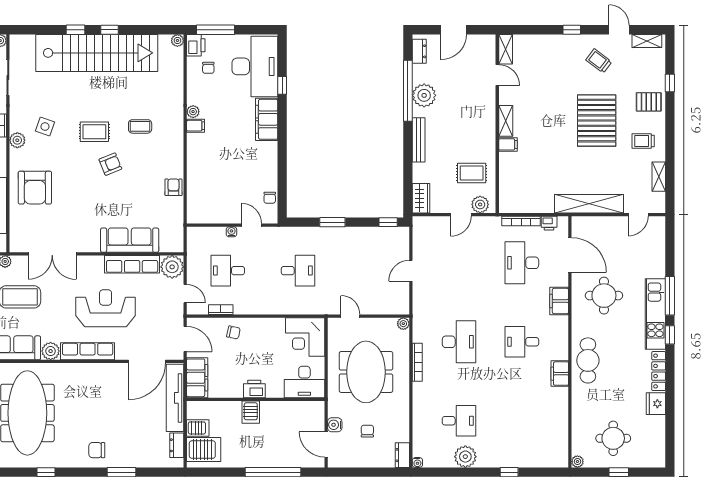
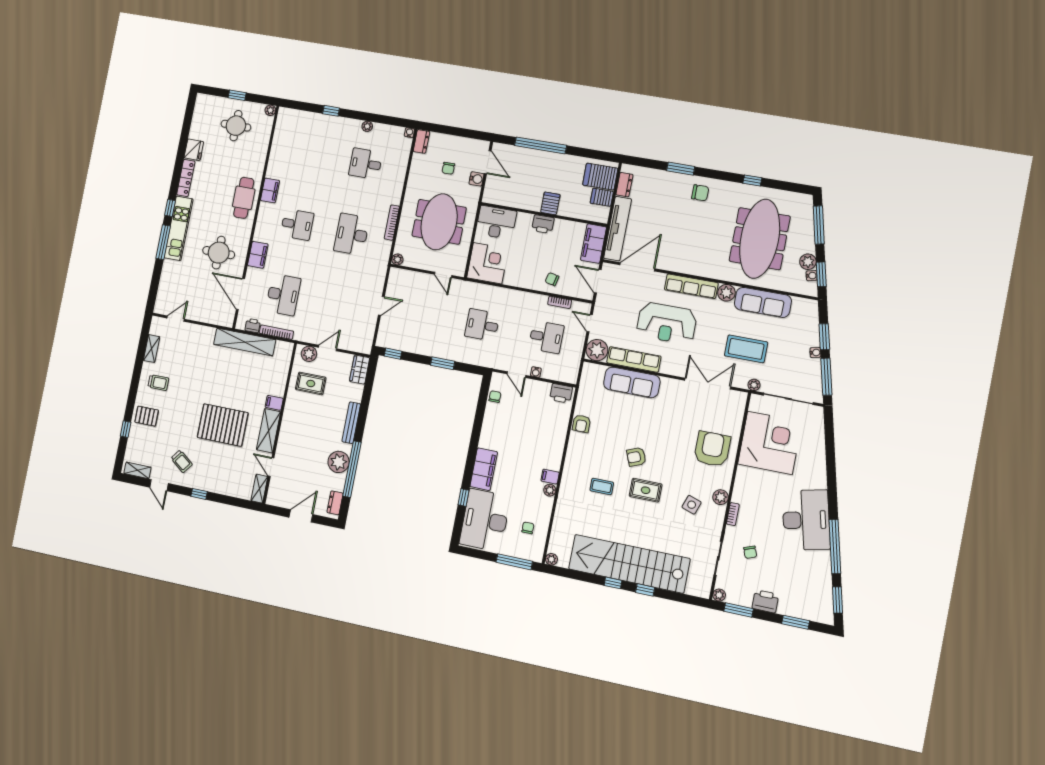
printer: (196, 45) -> (561, 393), moved, turned -90
shelving: (506, 121) -> (269, 431), width x1.50, depth x1.33
pallet: (597, 121) -> (223, 425), moved, turned 90
shelving: (589, 204) -> (245, 342), moved
plant: (465, 457) -> (367, 126), width x0.53, depth x0.53

